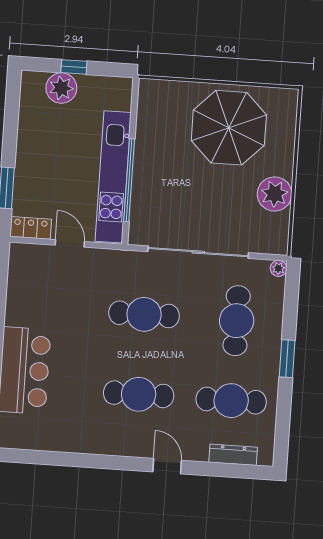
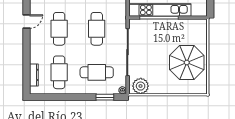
plant: (275, 194) -> (141, 86), moved
window: (287, 359) -> (105, 97), moved
door: (167, 466) -> (26, 22), moved

